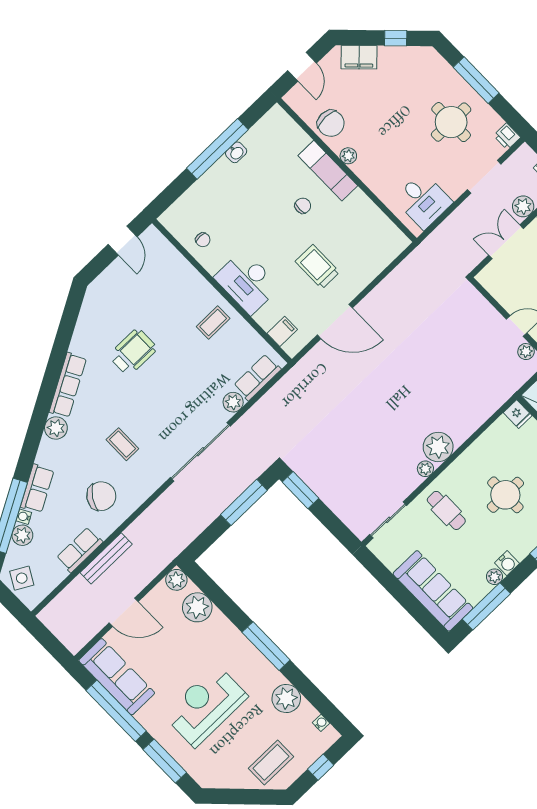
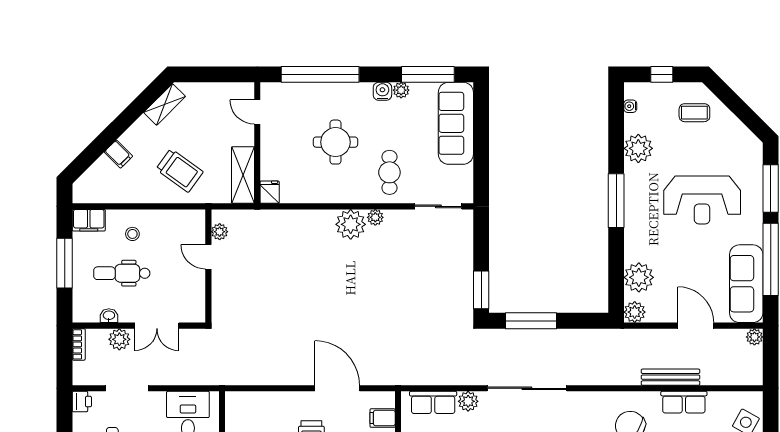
plant: (74, 645) -> (754, 337), added
coffee table: (271, 762) -> (694, 113), width x0.73, depth x0.77

